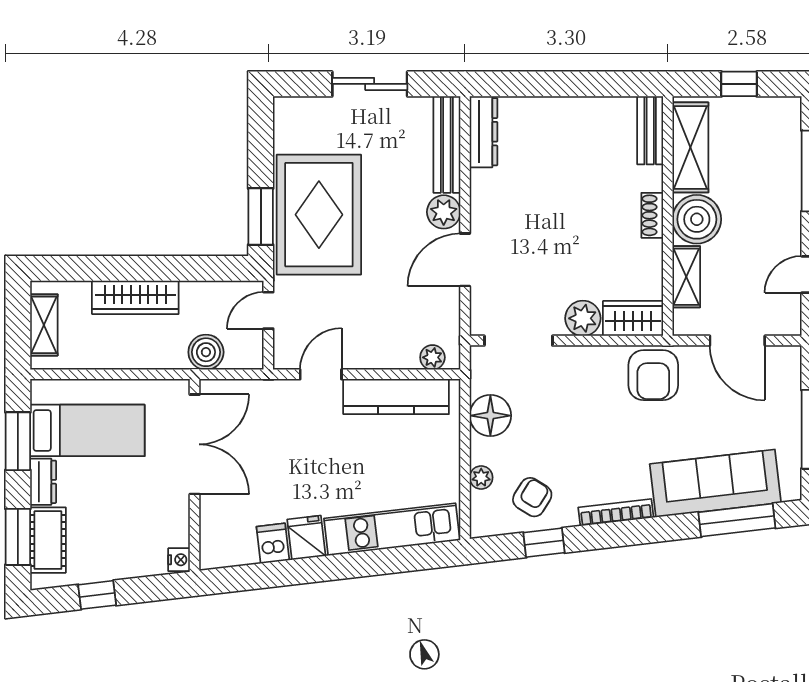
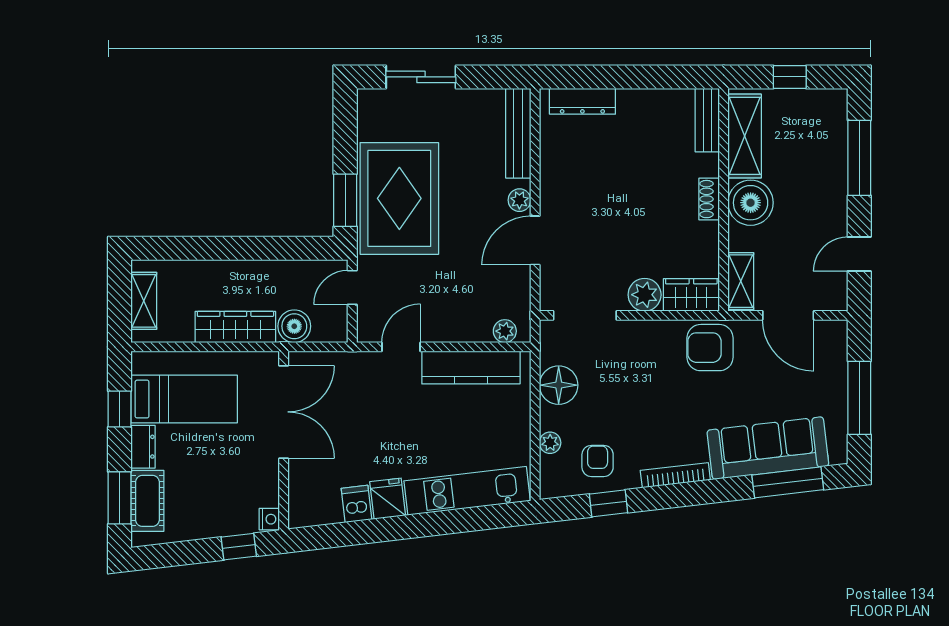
sliding door: (370, 84) -> (421, 77), moved
dresser: (484, 132) -> (582, 101), moved, turned 90
plant: (444, 212) -> (519, 200), width x0.73, depth x0.73
shelving: (686, 277) -> (741, 281), moved
wardrobe: (135, 297) -> (235, 327), moved, turned 180
armchair: (653, 375) -> (710, 348), turned 90
window: (18, 441) -> (119, 409), width x0.67
armchair: (532, 497) -> (598, 461), turned -32
window: (97, 595) -> (239, 547), moved

